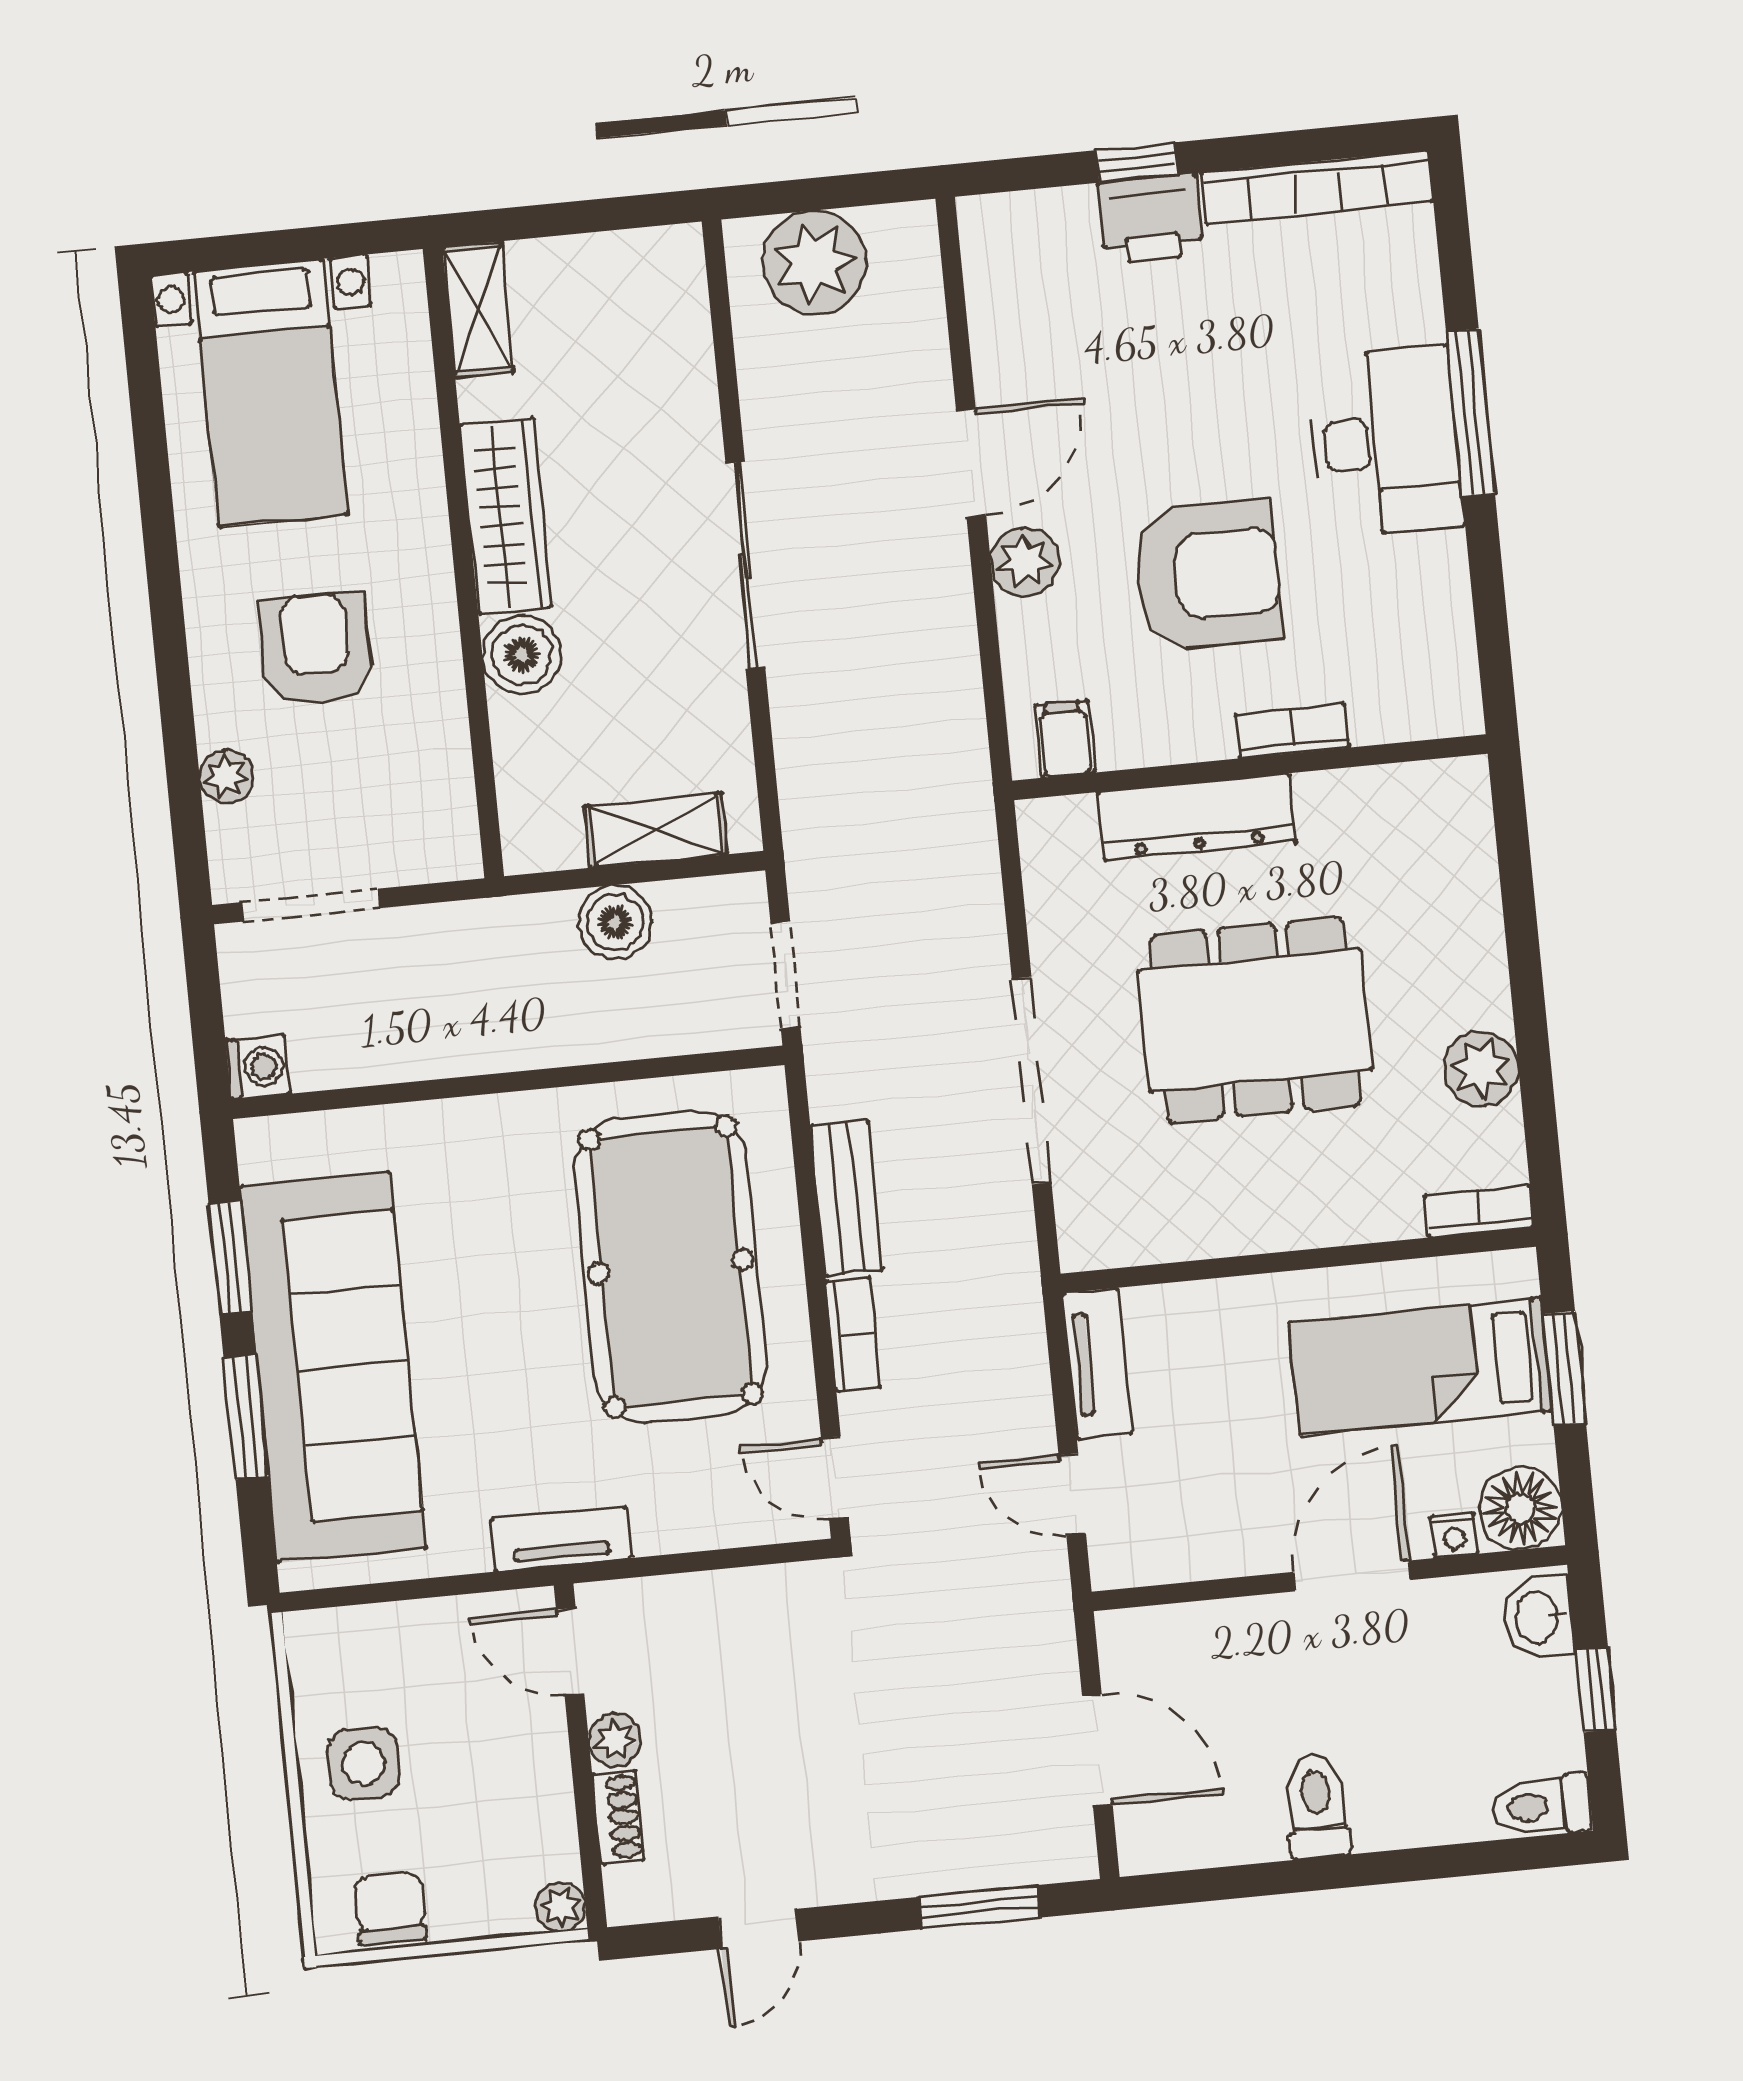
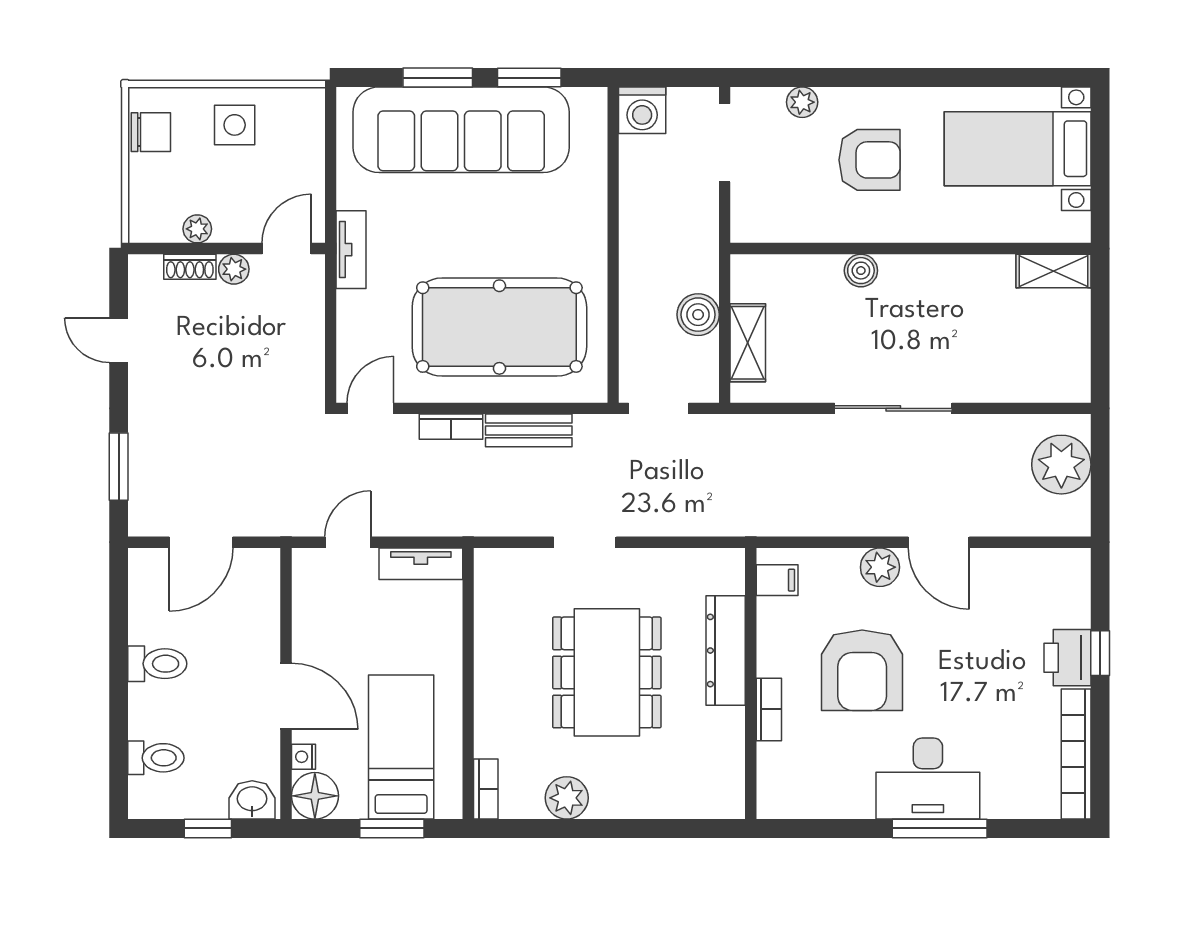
wardrobe: (506, 516) -> (935, 275), removed
boiler: (522, 655) -> (861, 271), width x0.73, depth x0.73
washing machine: (258, 1067) -> (642, 110), width x1.38, depth x1.38
doorway: (1032, 1081) -> (585, 542), width x0.53
toilet: (1542, 1806) -> (156, 758), moved, turned 90
plant: (561, 1907) -> (197, 229), moved

